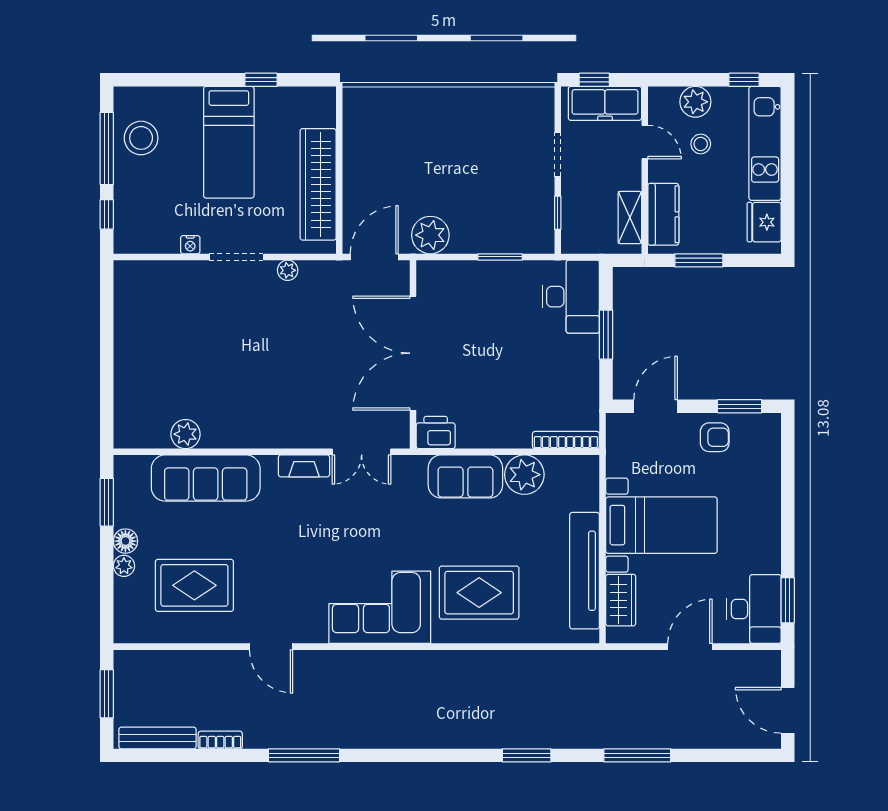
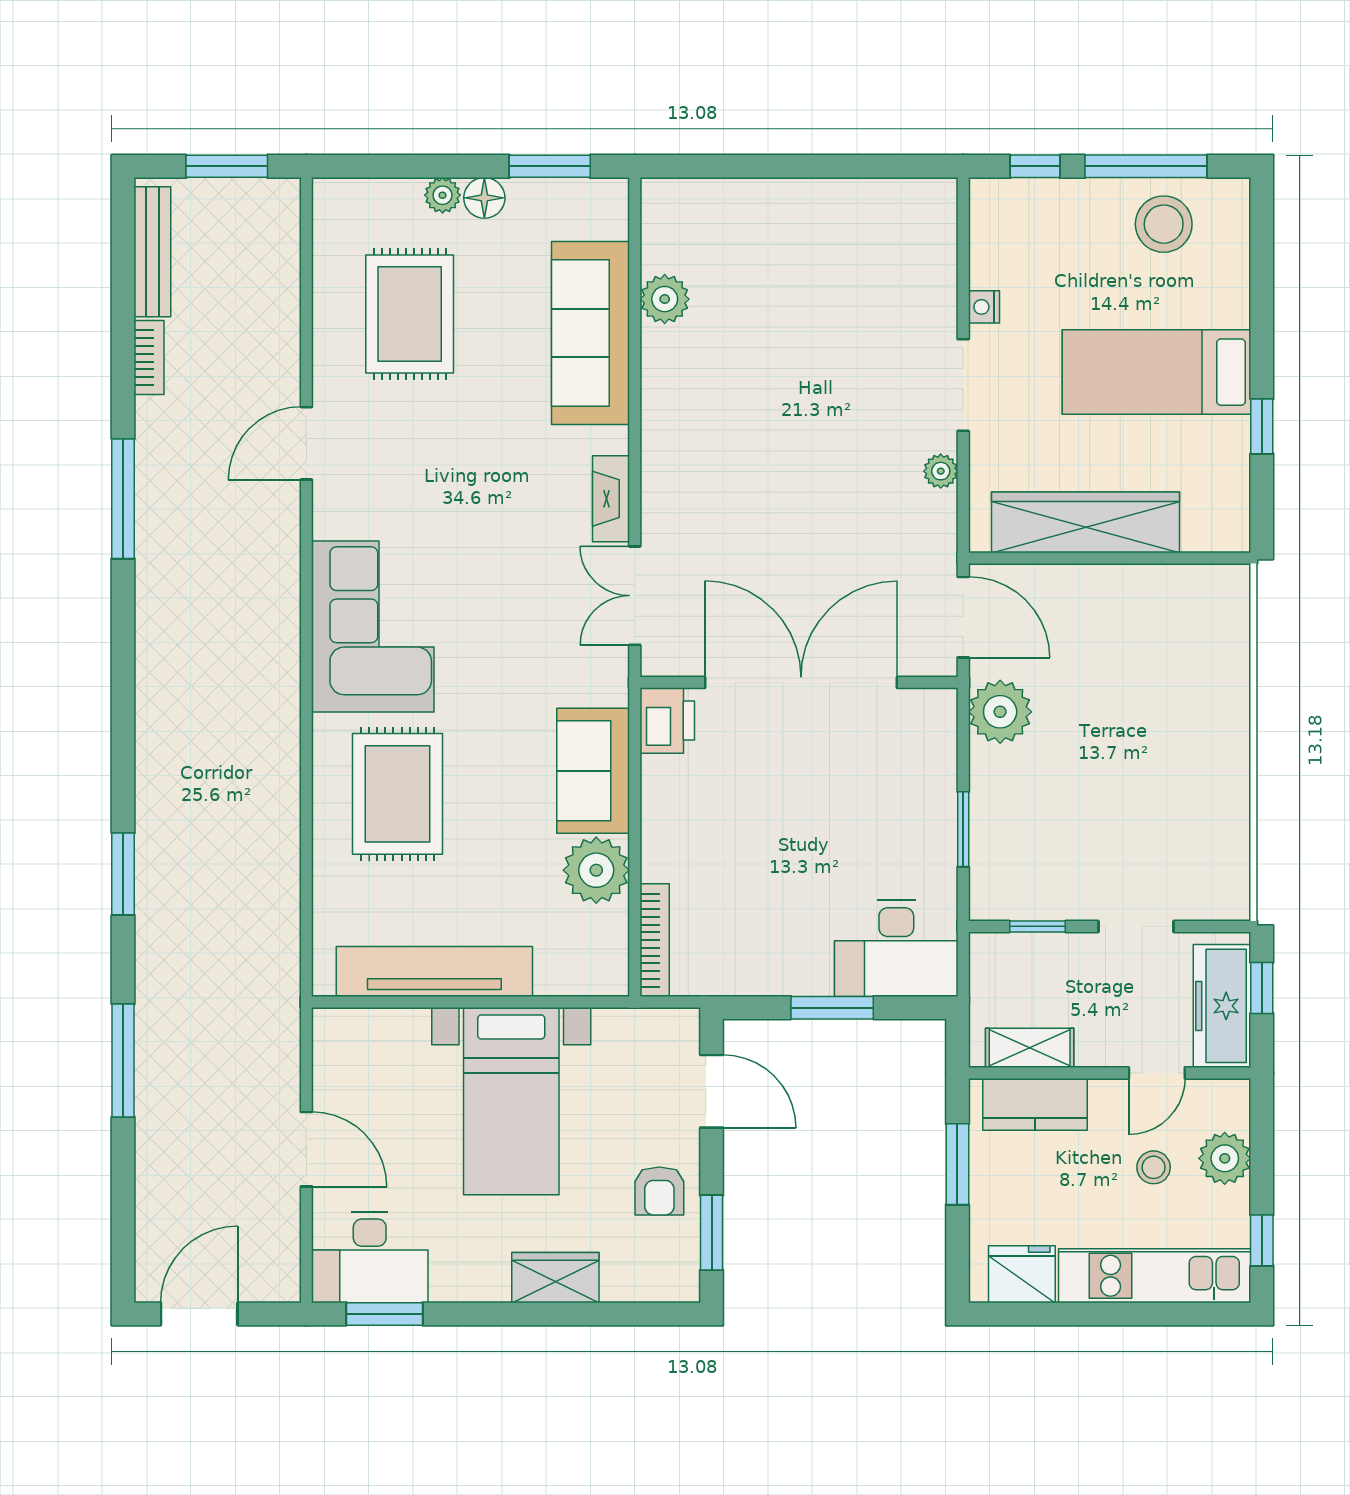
wardrobe: (621, 600) -> (555, 1278), moved, turned 180

